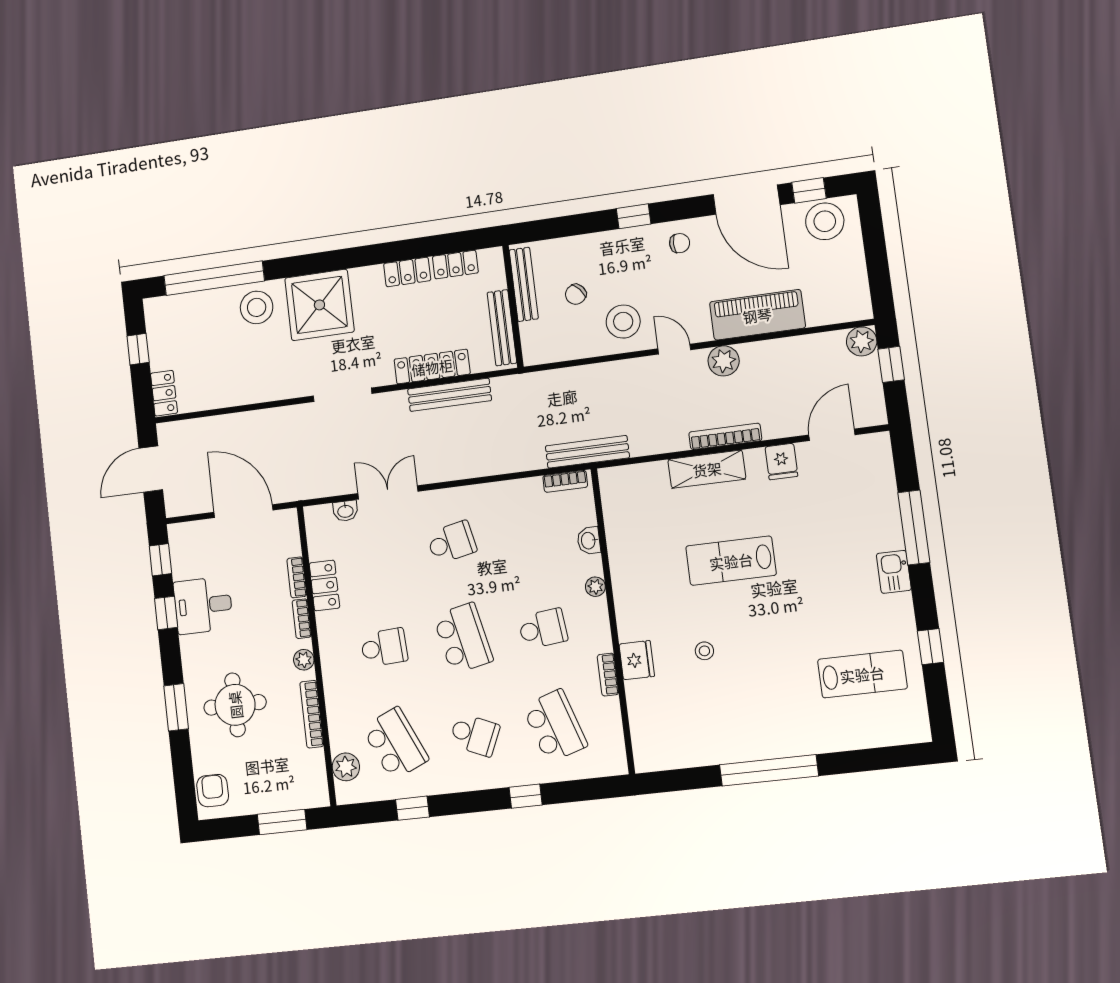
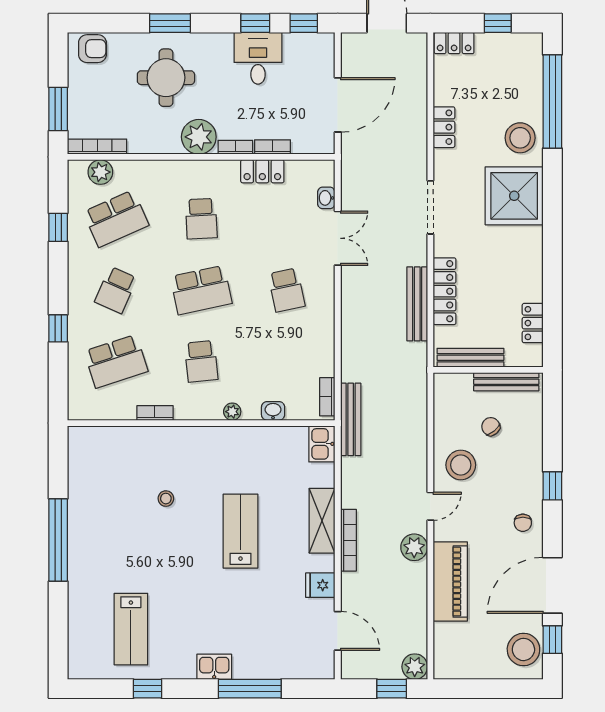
locker: (407, 272) -> (444, 127), moved, turned 180
kitchen sink: (619, 481) -> (322, 444), added
plant: (304, 660) -> (199, 137), width x1.88, depth x1.88
fridge: (637, 660) -> (165, 439), removed
bookcase: (312, 714) -> (97, 147), moved

